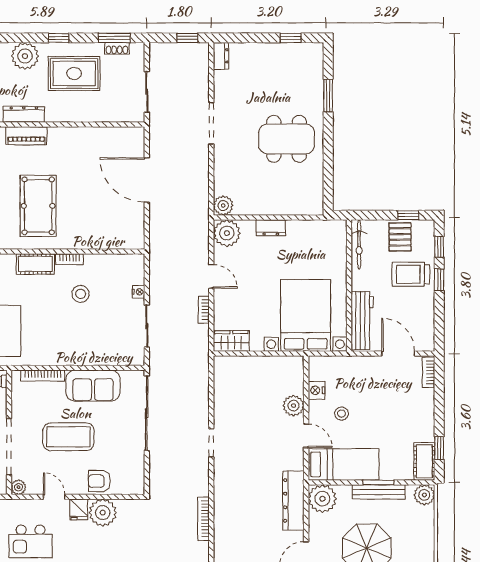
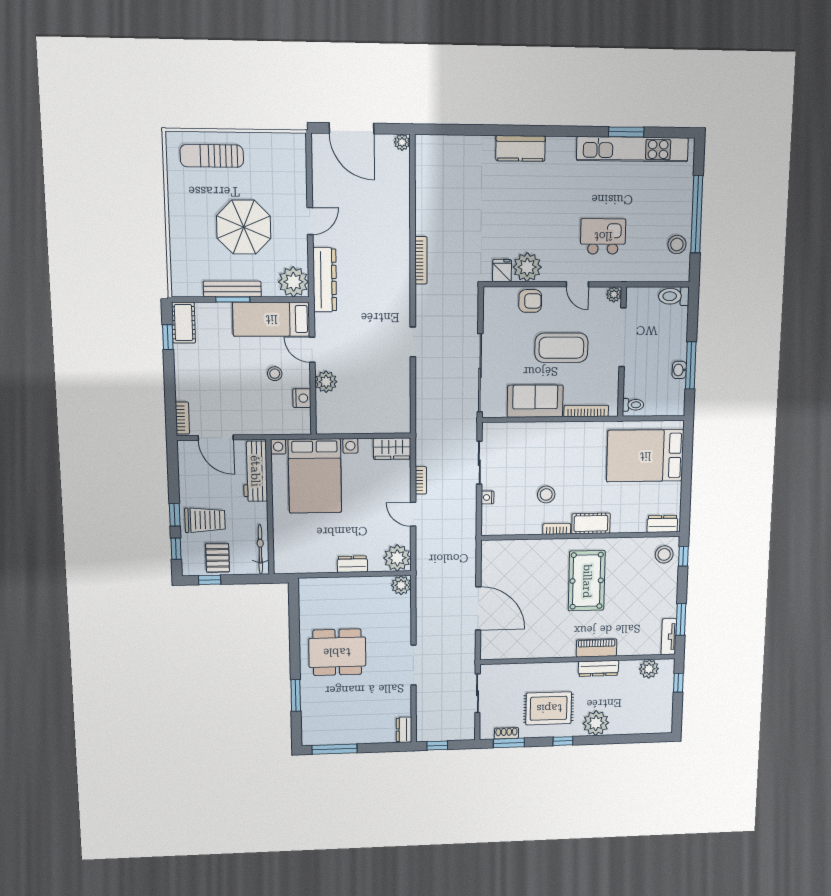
window: (291, 38) -> (335, 749), width x2.17
plant: (424, 495) -> (182, 286), removed
fridge: (79, 509) -> (502, 271), moved

